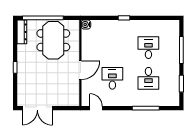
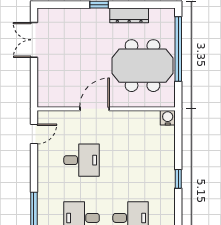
dresser: (22, 32) -> (129, 15), moved
door: (80, 70) -> (95, 109), swing flipped
double door: (37, 108) -> (34, 40), width x0.73

